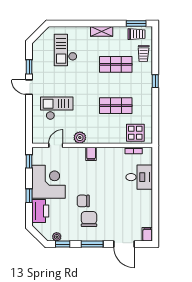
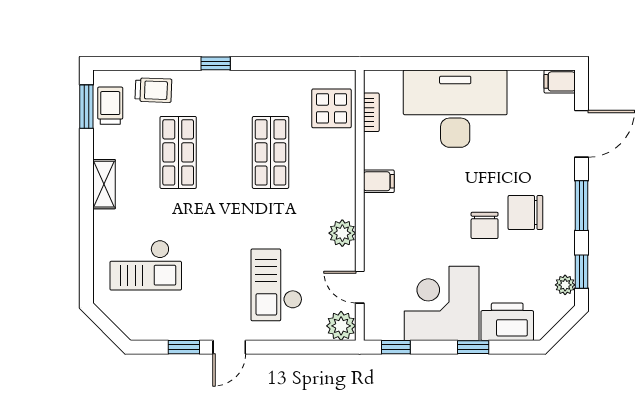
plant: (39, 137) -> (341, 326), added
filing cabinet: (91, 154) -> (379, 181), moved
desk: (139, 177) -> (455, 109), width x1.87, depth x1.30

